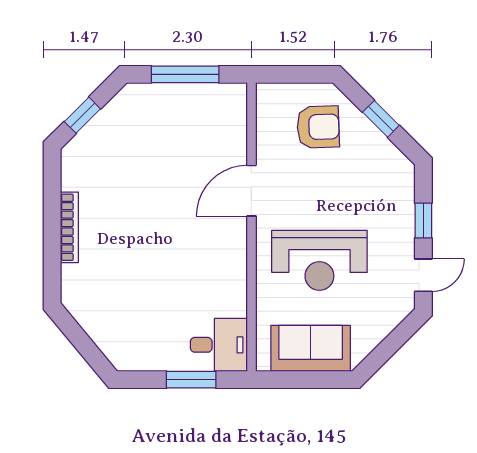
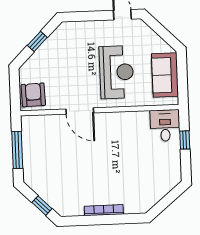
armchair: (318, 127) -> (33, 95), moved
window: (423, 221) -> (92, 16), removed
window: (191, 380) -> (185, 140), width x0.67

